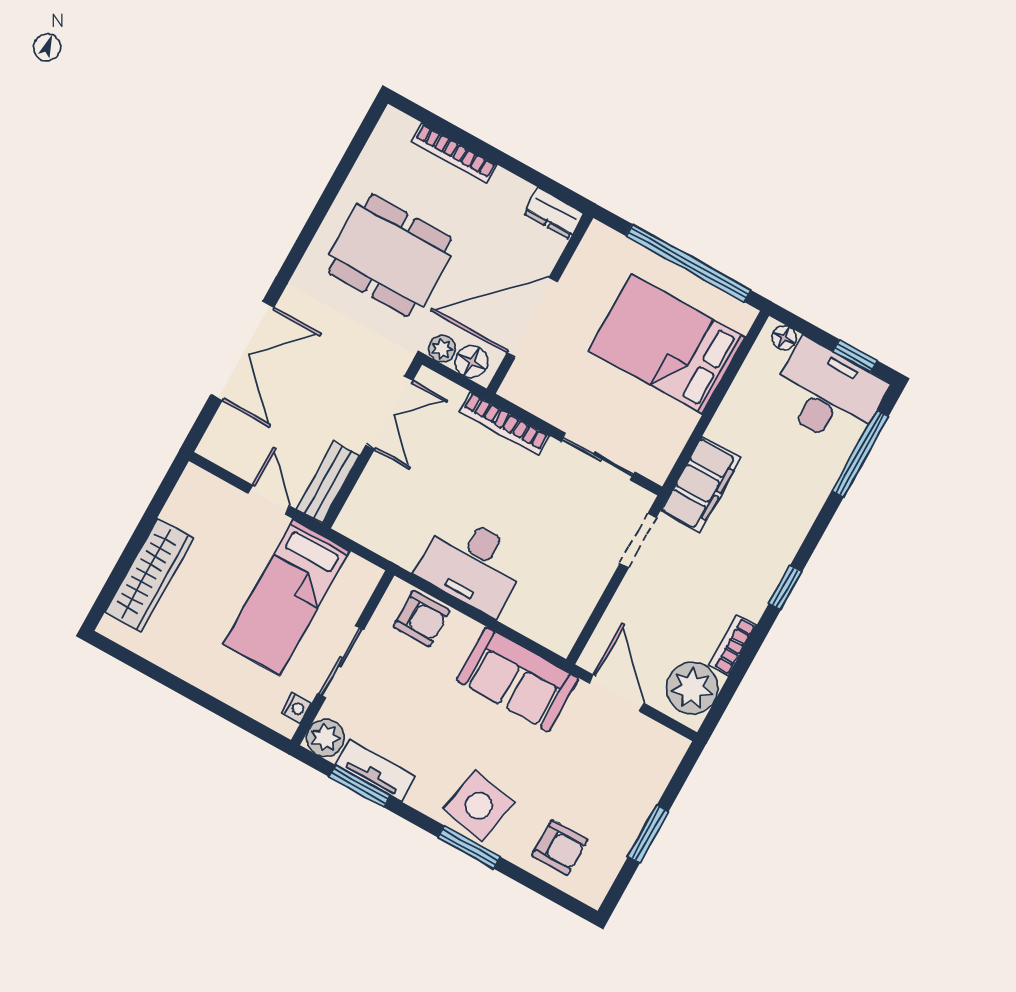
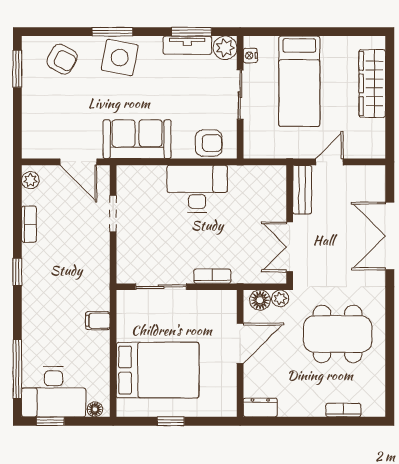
bookcase: (454, 153) -> (343, 410), width x0.64
window: (688, 263) -> (171, 421), width x0.32
door: (532, 317) -> (240, 343), width x0.73
bookcase: (505, 424) -> (212, 276), width x0.64
filing cabinet: (700, 485) -> (98, 321), width x0.33, depth x0.86
door: (269, 500) -> (329, 162), swing flipped
doorway: (638, 540) -> (113, 214), moved
bed: (287, 597) -> (299, 81), moved, turned 180
armchair: (421, 619) -> (209, 143), turned 180
plant: (692, 688) -> (30, 180), width x0.53, depth x0.53
window: (648, 834) -> (17, 69), moved
armchair: (560, 848) -> (62, 59), turned -151

